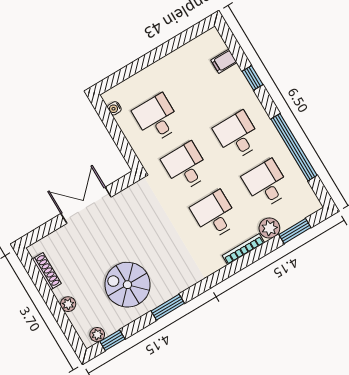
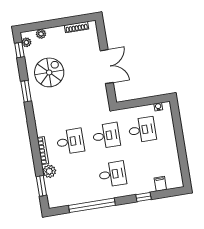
desk: (266, 184) -> (76, 180), removed
plant: (68, 304) -> (41, 34), moved

